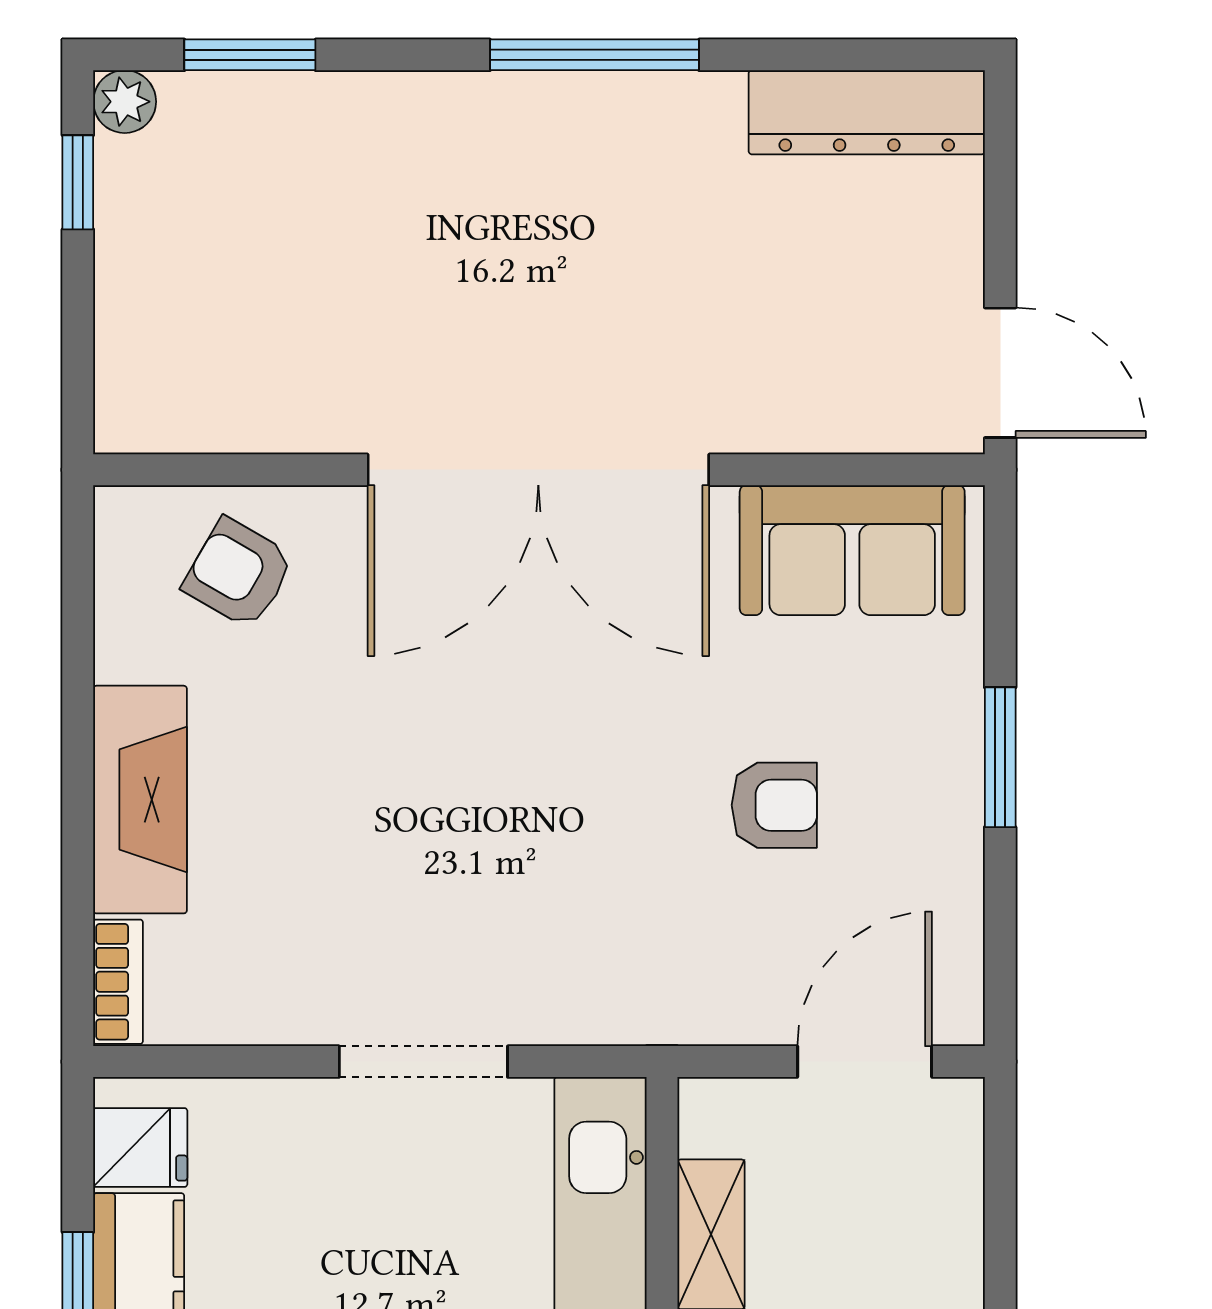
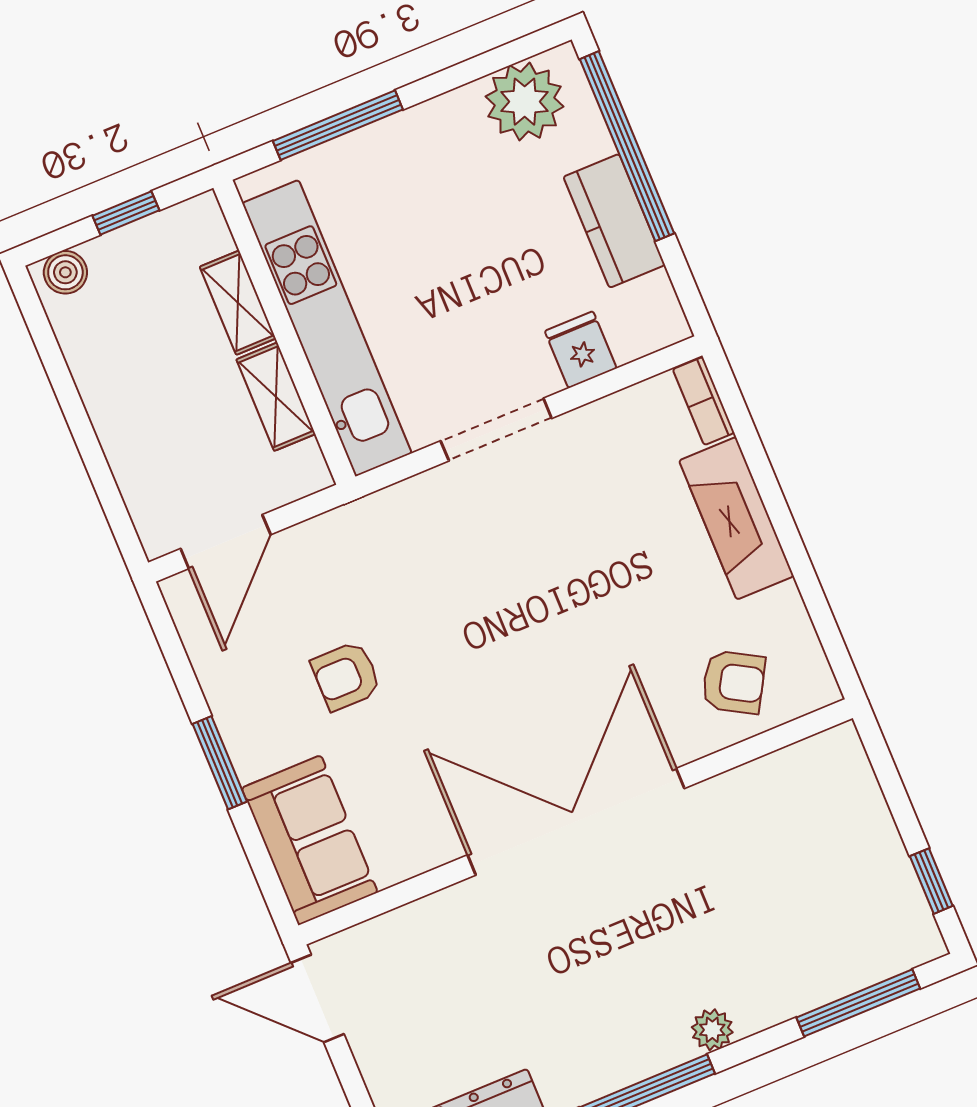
window: (250, 55) -> (858, 1003), width x1.44
plant: (125, 102) -> (712, 1030), moved
sofa: (852, 550) -> (310, 840), moved, turned 90
fridge: (140, 1148) -> (581, 350), moved, turned 90

